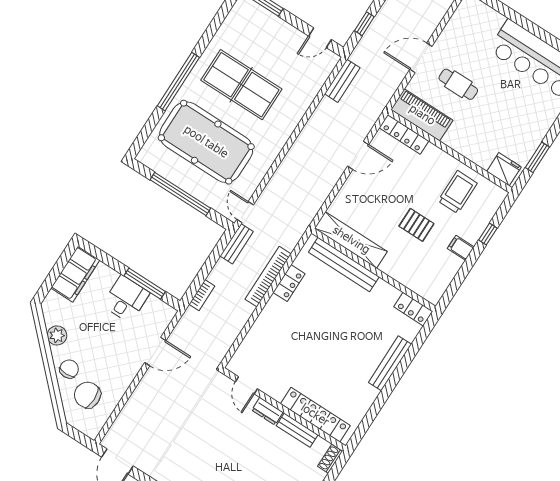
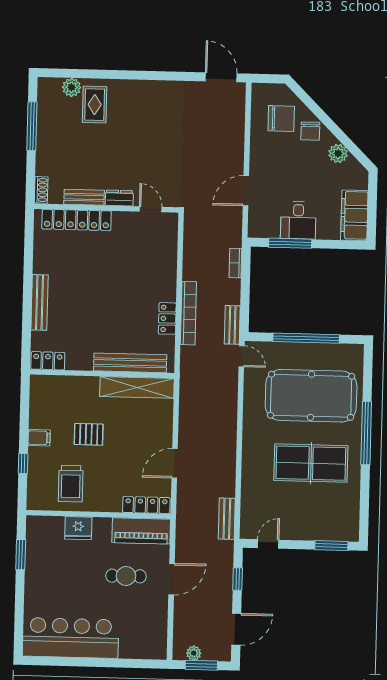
fridge: (504, 169) -> (78, 528), moved

